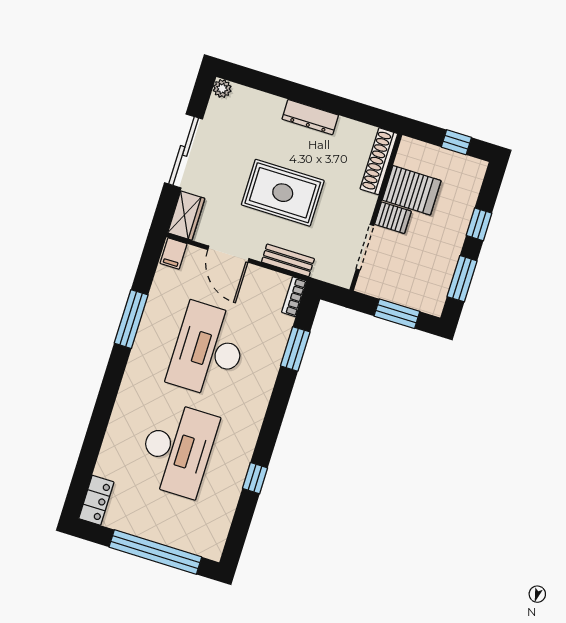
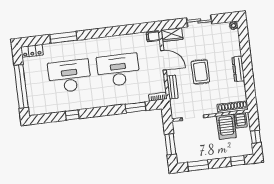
sliding door: (184, 151) -> (199, 21), width x0.73
rug: (283, 193) -> (200, 72), width x0.73, depth x0.70
server rack: (393, 218) -> (241, 120), moved
window: (479, 224) -> (238, 161), moved
door: (228, 254) -> (163, 60), swing flipped
window: (131, 319) -> (64, 37), moved
desk: (177, 449) -> (69, 76), turned 180

